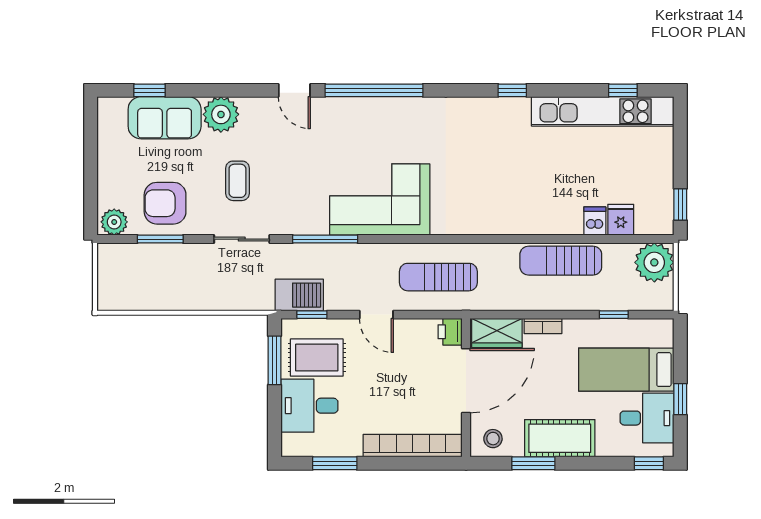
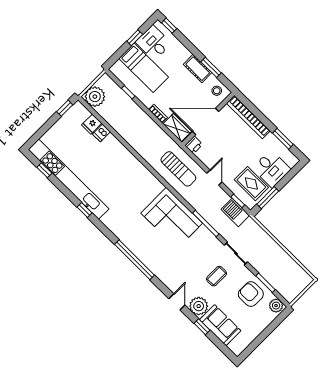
window: (149, 90) -> (202, 327), moved
door: (294, 90) -> (177, 302), moved
kitchen unit: (603, 111) -> (69, 179), width x1.36
armchair: (165, 203) -> (251, 294), turned 180
sun lounger: (561, 261) -> (128, 131), removed
cot: (560, 438) -> (198, 69), width x0.73, depth x0.75

